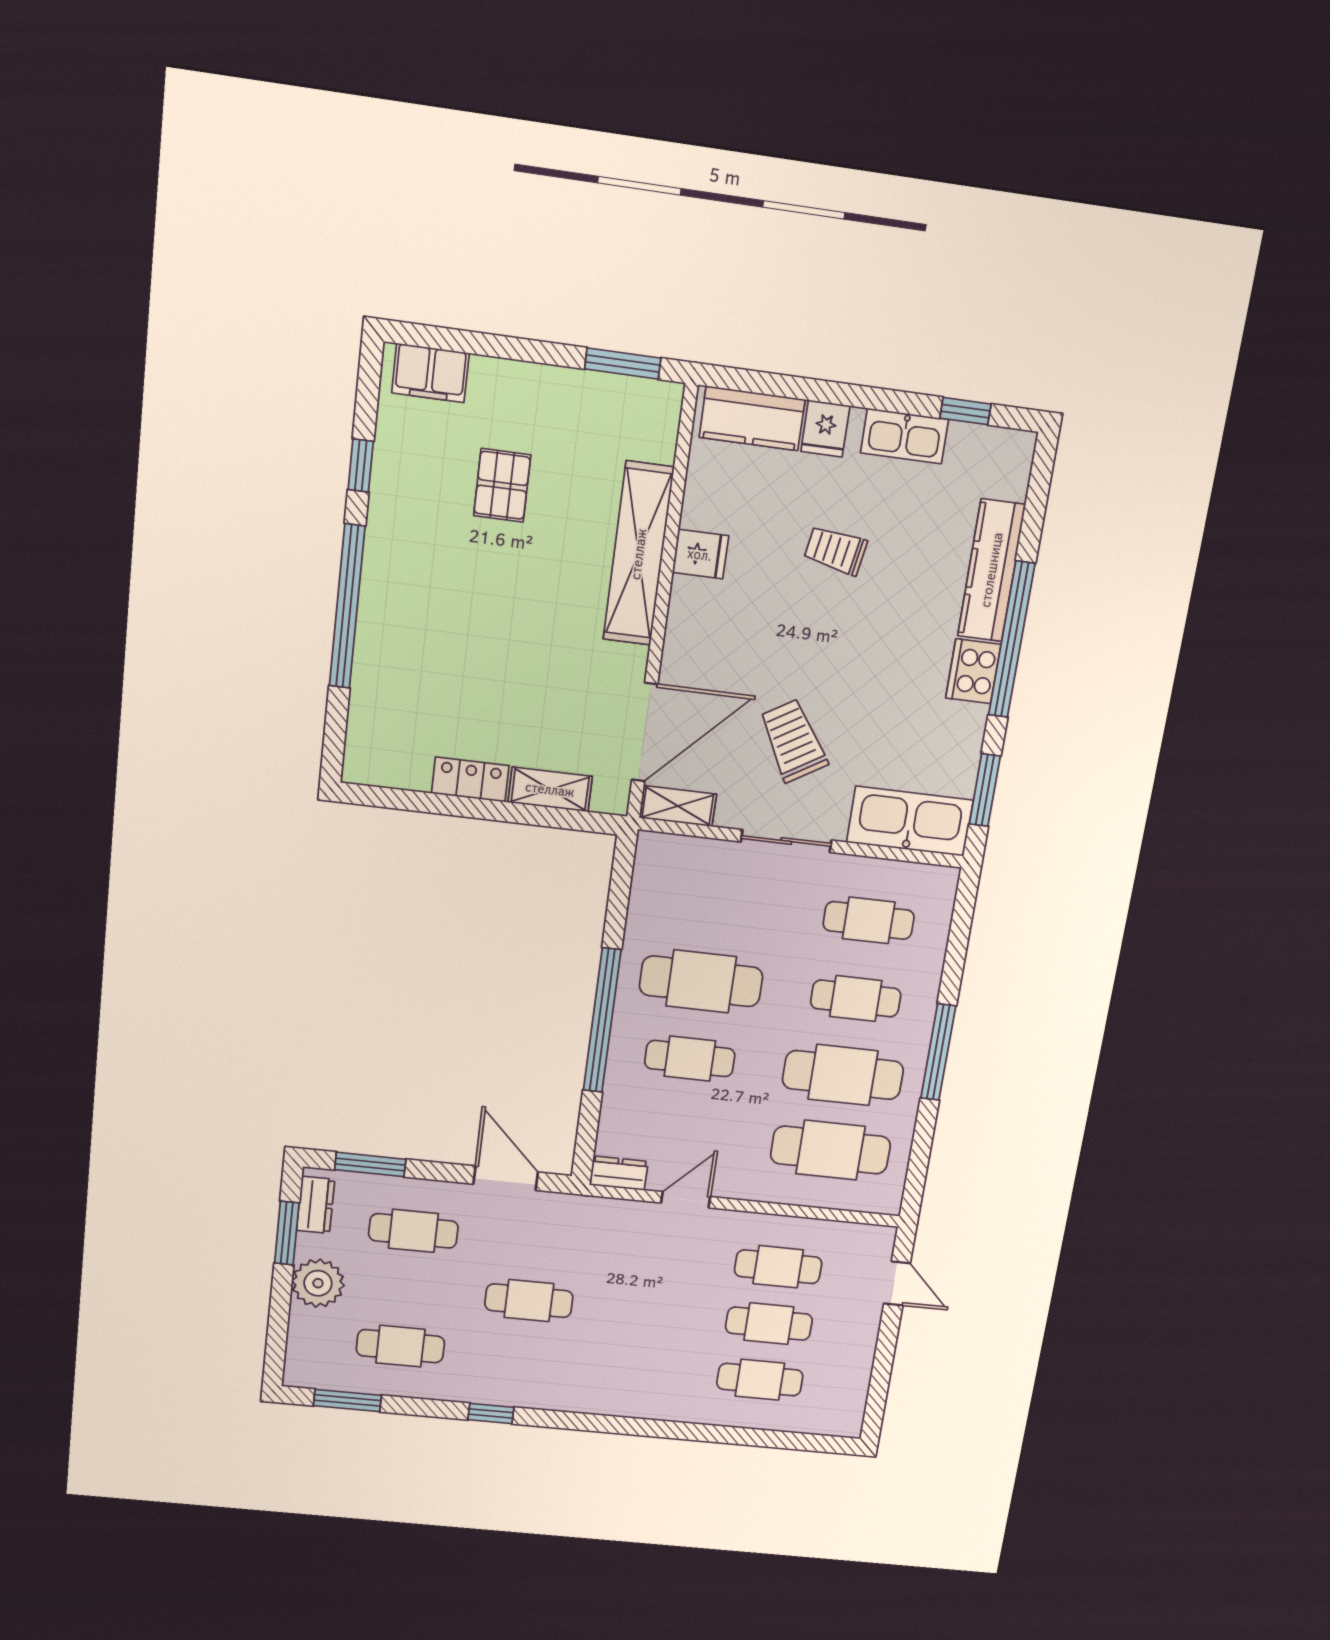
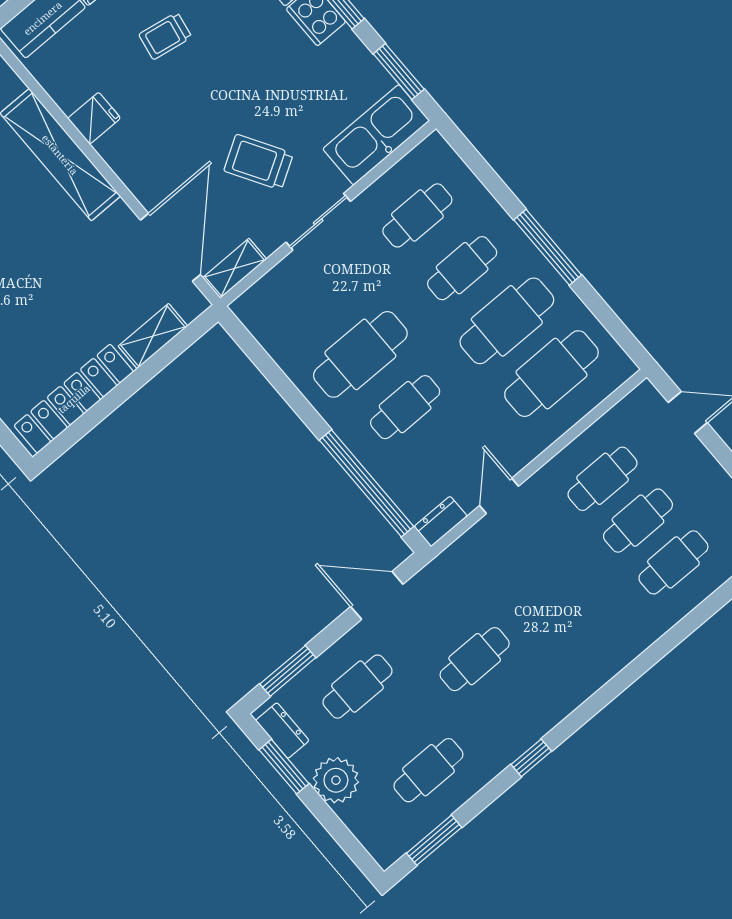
locker: (470, 780) -> (74, 399), width x2.16, depth x1.21
window: (602, 1020) -> (366, 483), moved

